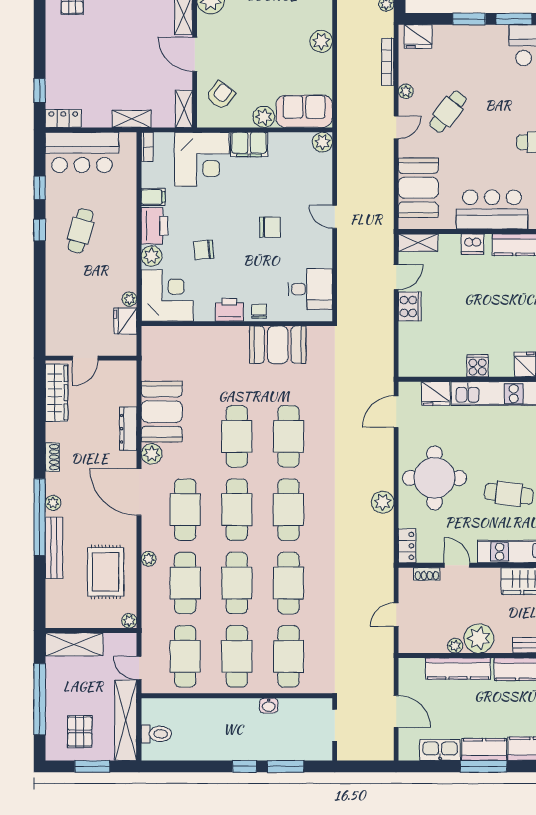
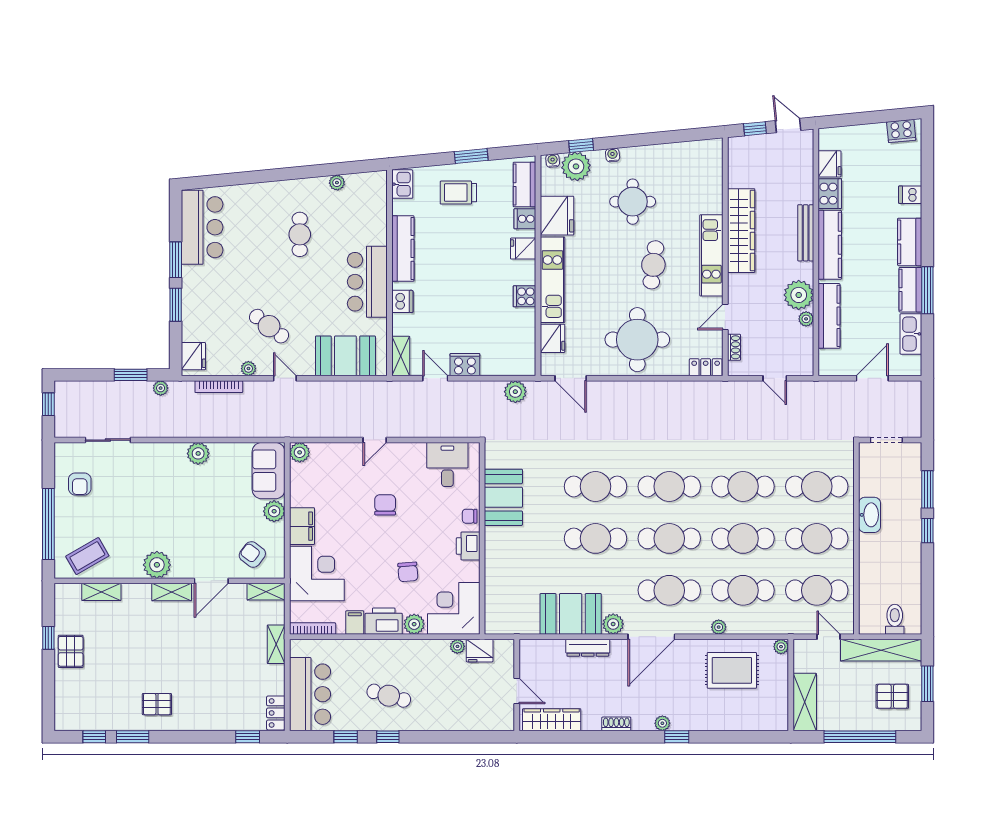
bookcase: (147, 147) -> (313, 629), width x1.56
plant: (383, 502) -> (515, 392), moved
window: (40, 517) -> (677, 737), width x0.32
bench: (54, 548) -> (708, 722), removed
door: (139, 668) -> (829, 637), swing flipped
washbasin: (269, 706) -> (870, 515), width x1.91, depth x1.45

